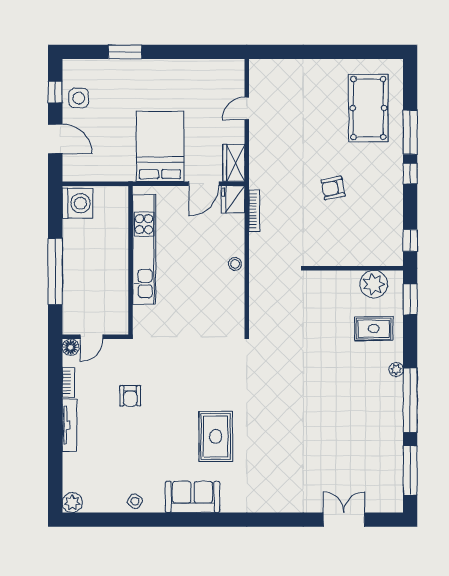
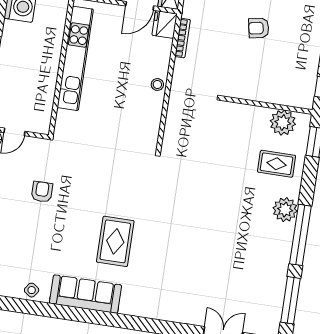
plant: (396, 370) -> (285, 210), width x1.87, depth x1.87
armchair: (130, 396) -> (42, 192), turned 180
sofa: (193, 497) -> (85, 294), width x1.36

